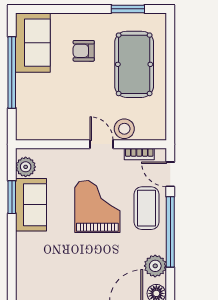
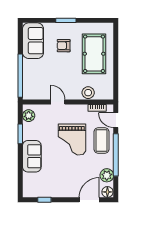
window: (128, 9) -> (66, 20), moved
window: (12, 72) -> (20, 76), moved
door: (102, 144) -> (58, 102), moved
sofa: (31, 205) -> (32, 156), moved
grand piano: (97, 206) -> (72, 139), turned 180

